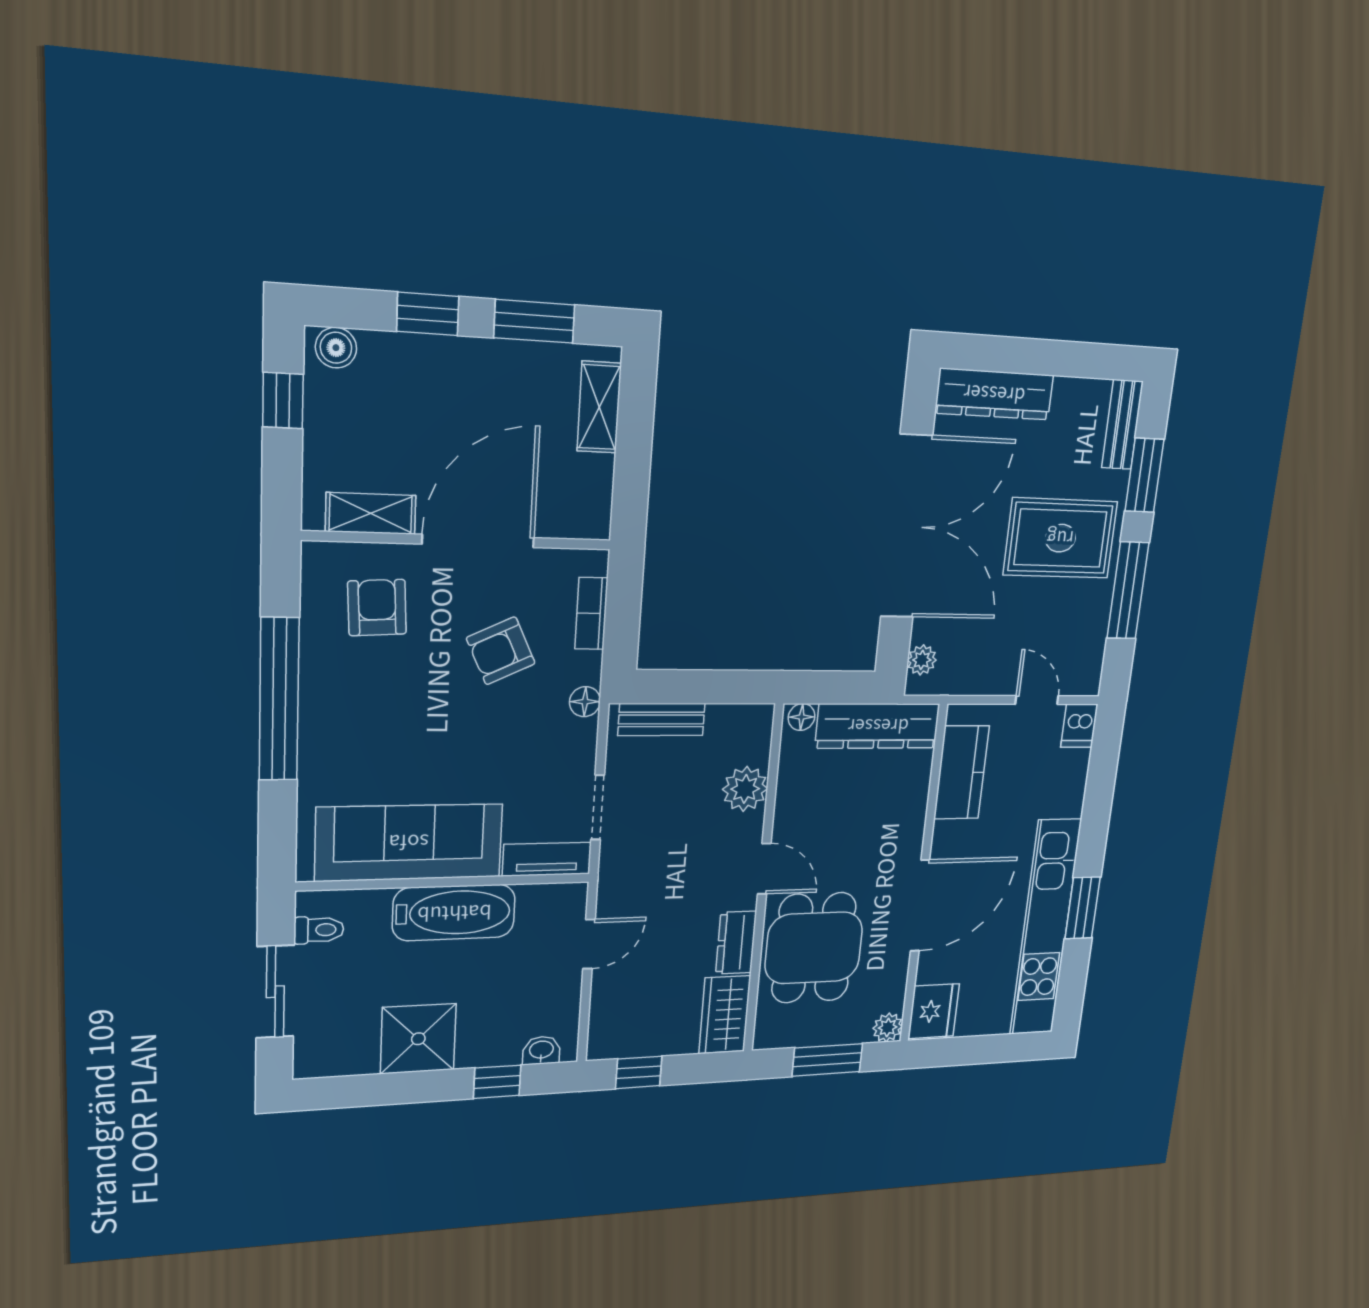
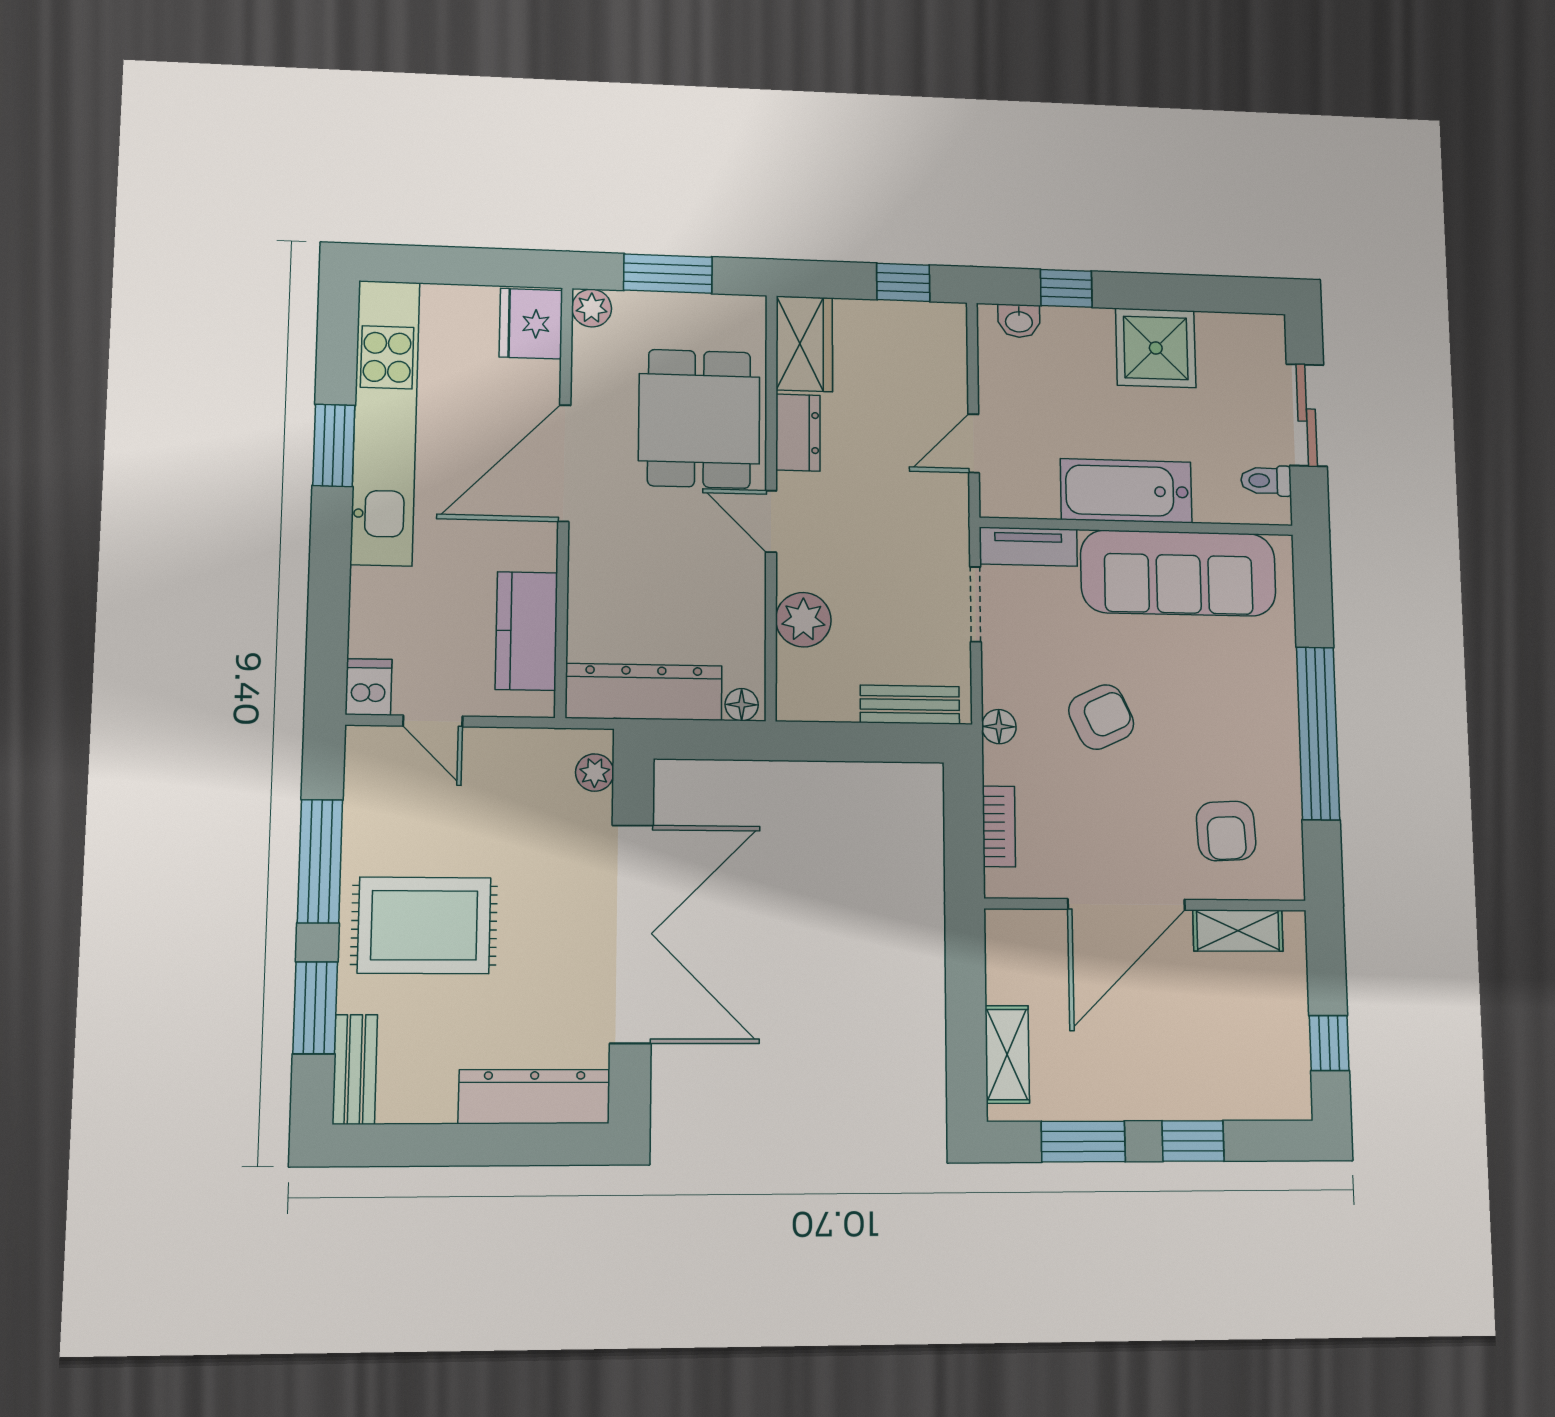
boiler: (336, 348) -> (1281, 1100), removed
double door: (906, 527) -> (631, 934), swing flipped
armchair: (501, 651) -> (1101, 717), moved

